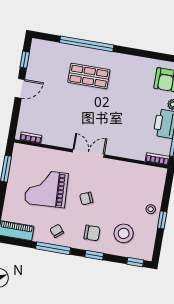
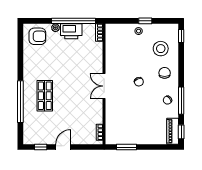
door: (20, 88) -> (63, 147), hinge flipped
grand piano: (46, 188) -> (136, 114), removed
window: (94, 255) -> (181, 132), moved

